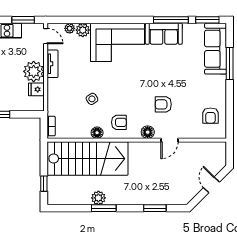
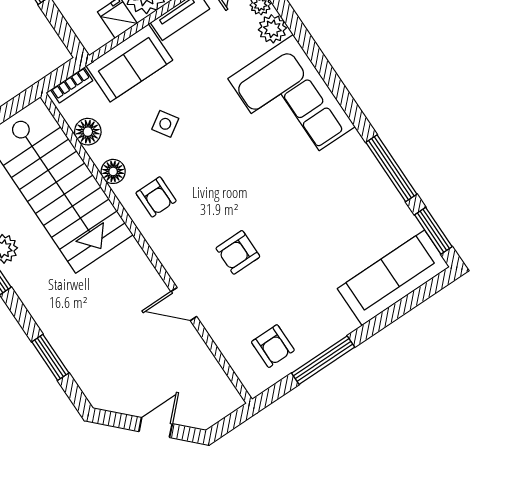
sofa: (164, 34) -> (129, 63), moved, turned -90
window: (230, 64) -> (323, 360), moved
armchair: (163, 104) -> (238, 252), turned -90
armchair: (210, 116) -> (273, 346), turned -90
floor lamp: (148, 132) -> (88, 132), moved

